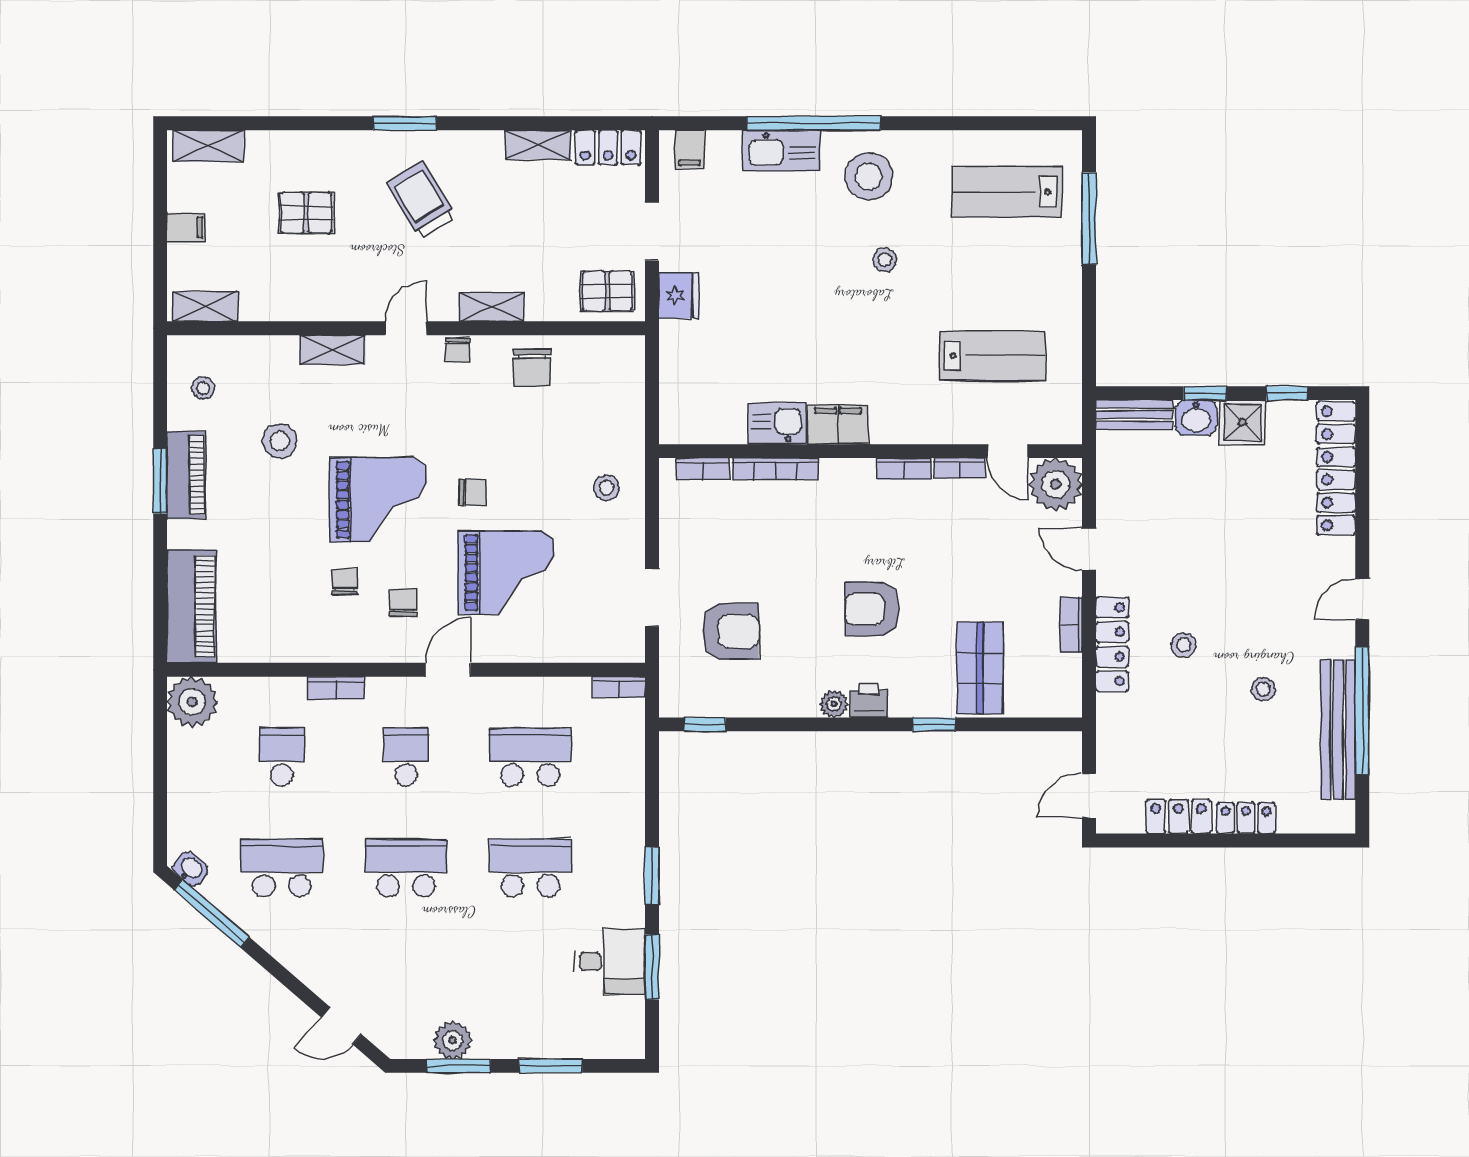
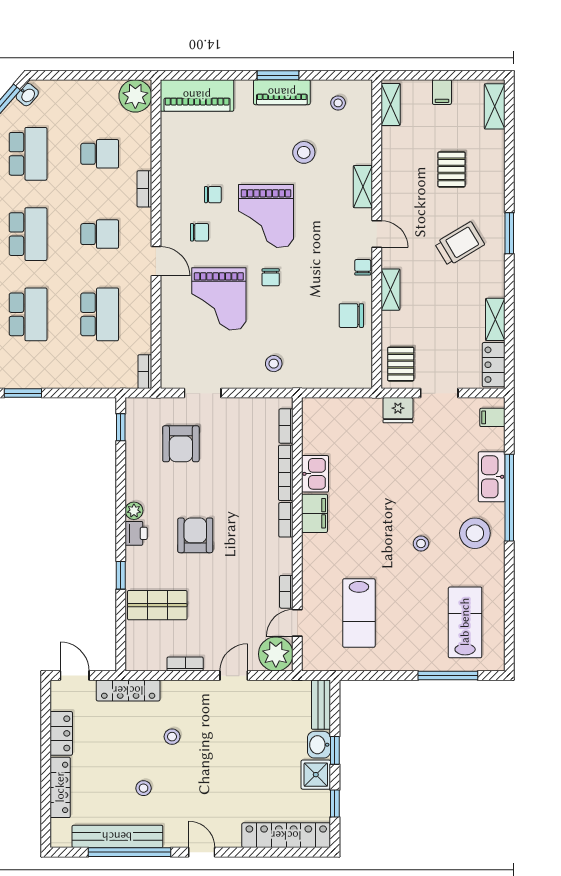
chair: (457, 350) -> (363, 267), turned 90
bookcase: (904, 469) -> (286, 520), moved
locker: (1112, 644) -> (128, 690), moved
locker: (1246, 818) -> (60, 787), width x1.53

